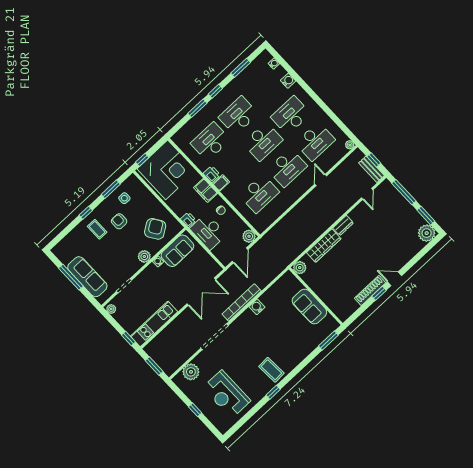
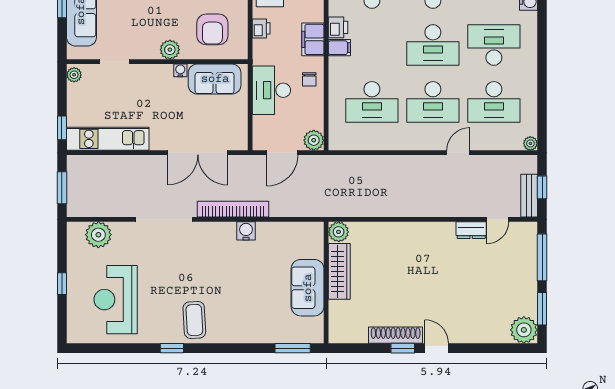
printer: (188, 220) -> (261, 28), moved
dresser: (343, 225) -> (471, 230), moved
armchair: (155, 229) -> (212, 29), turned 124
wardrobe: (324, 246) -> (339, 271), moved, turned -90

